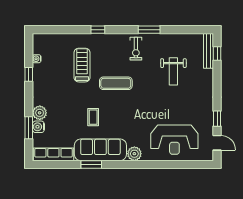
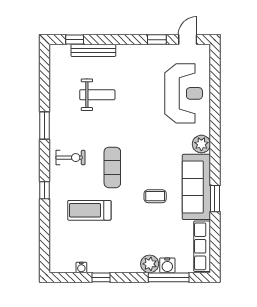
exercise bike: (136, 49) -> (70, 158), moved
bench: (209, 51) -> (93, 50), moved
window: (29, 128) -> (169, 277), width x1.44

